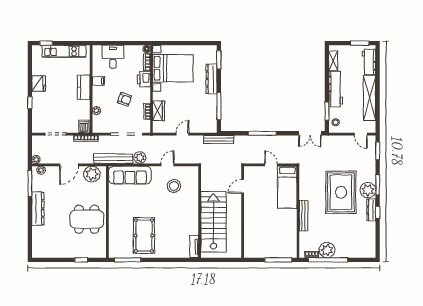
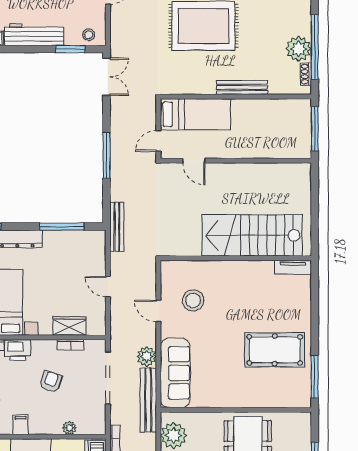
door: (243, 186) -> (194, 161), moved
wall: (243, 212) -> (236, 161), moved

